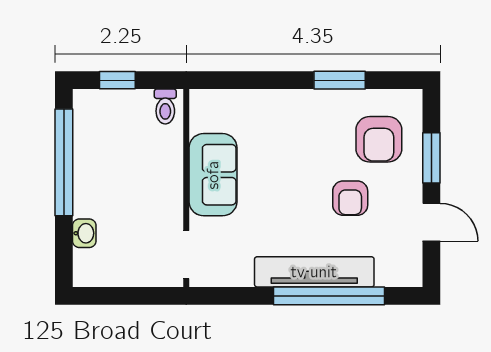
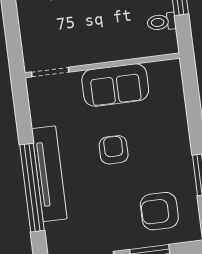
toilet: (165, 106) -> (161, 22), moved
armchair: (350, 198) -> (114, 150), moved, turned 90

